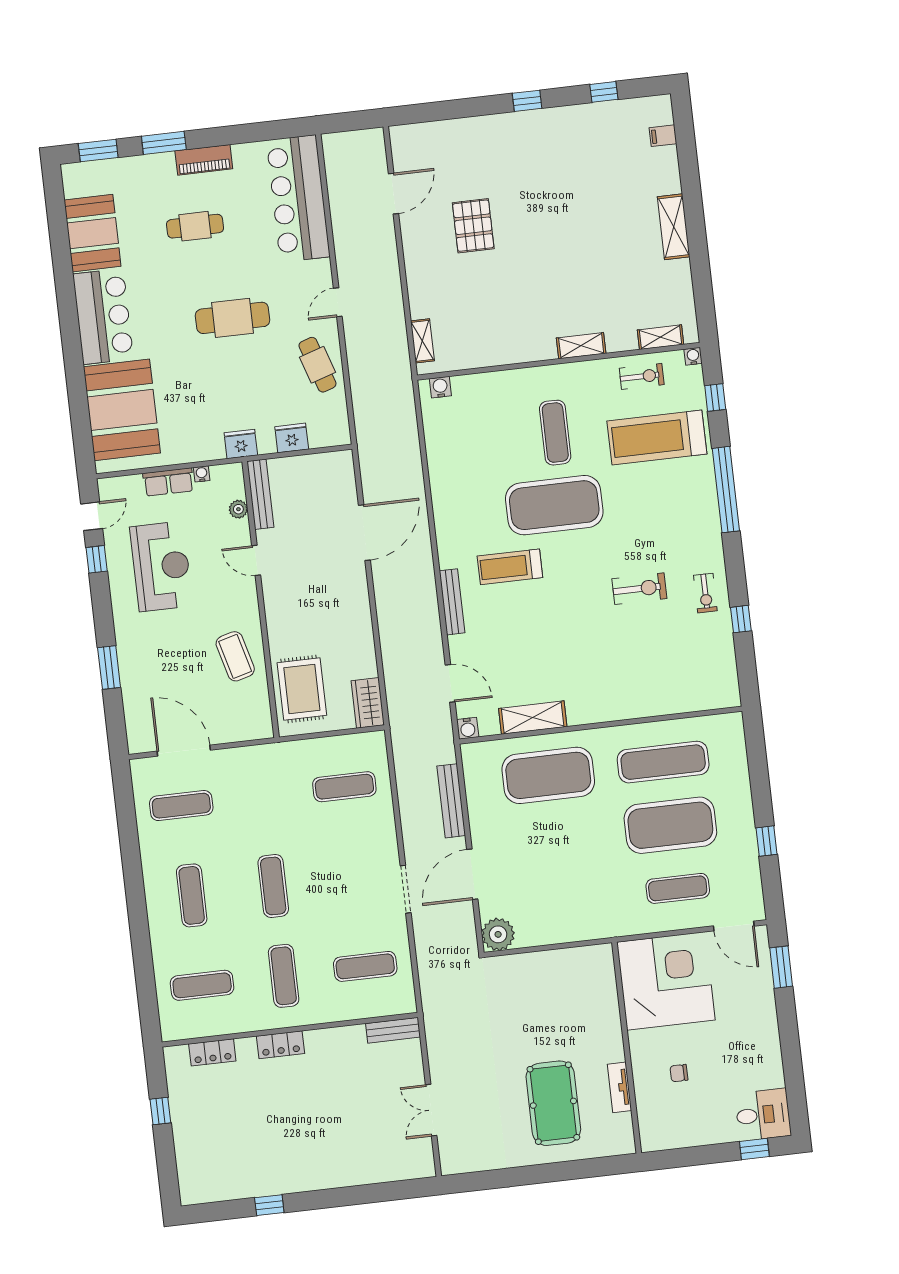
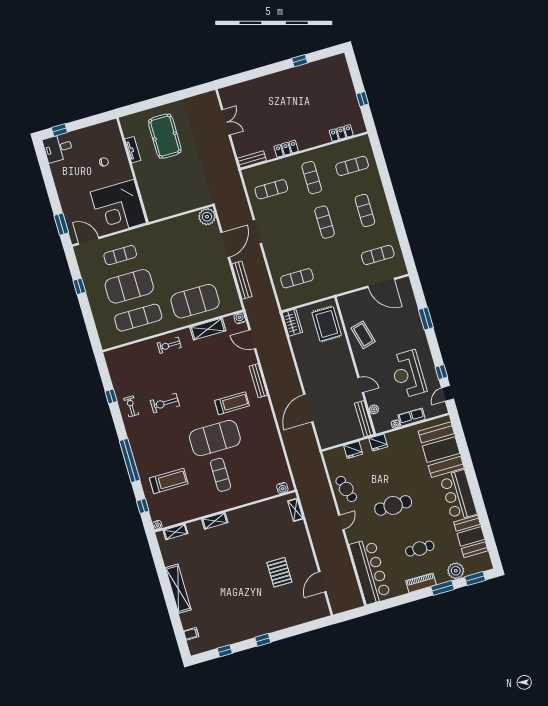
plant: (133, 172) -> (456, 571), added
shelving: (674, 227) -> (178, 589), width x1.47
exercise bike: (642, 376) -> (169, 345), moved
treadmill: (657, 437) -> (169, 481), width x0.73, depth x0.73
locker: (280, 1045) -> (286, 149), moved

